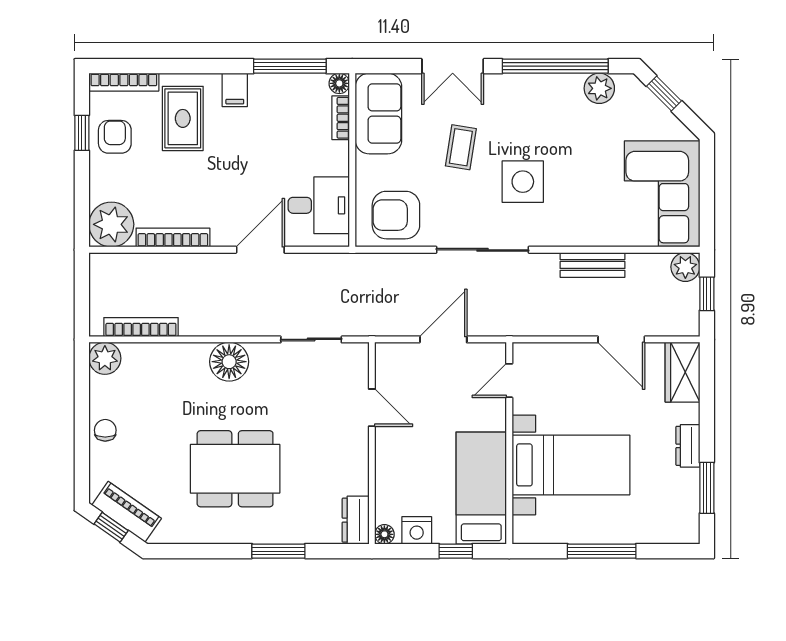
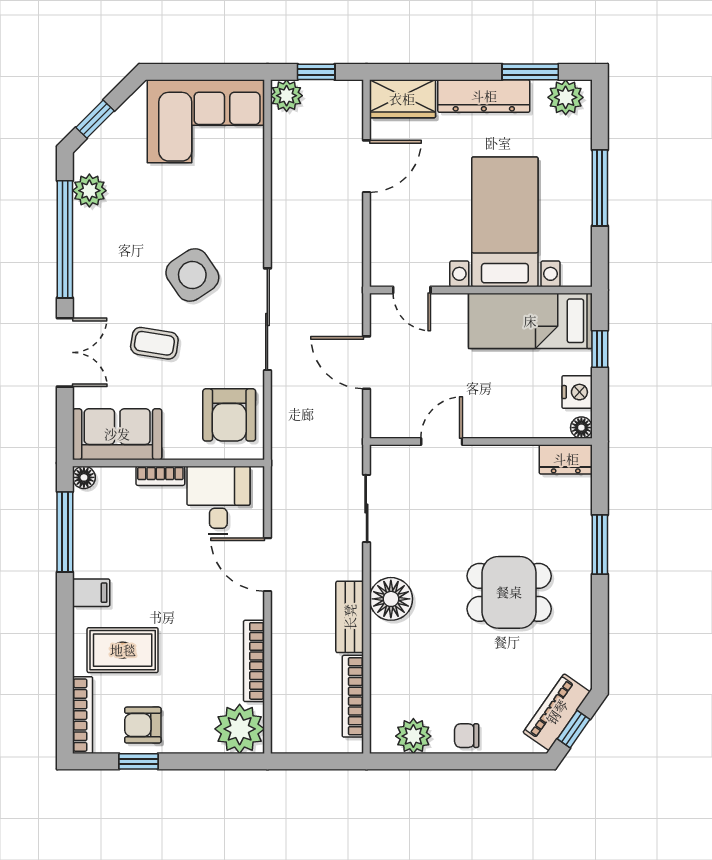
bookcase: (341, 118) -> (160, 476), moved
side table: (523, 182) -> (192, 275), turned -34
bench: (593, 265) -> (350, 617), moved
plant: (105, 358) -> (413, 736), moved
dresser: (688, 446) -> (484, 96), width x1.96, depth x1.24
dining table: (235, 469) -> (509, 592), width x0.73
plant: (684, 520) -> (566, 97), added

